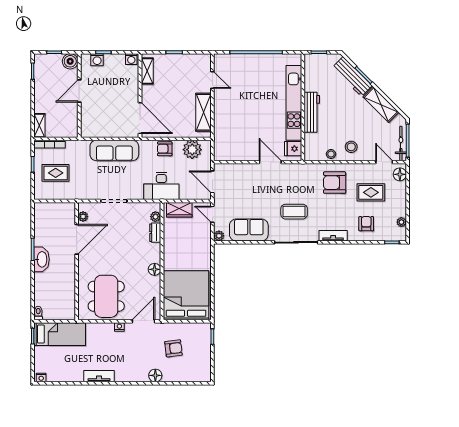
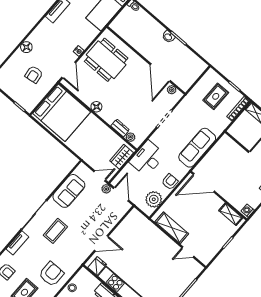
door: (212, 182) -> (121, 194), hinge flipped
plant: (219, 236) -> (106, 189), moved
washbasin: (42, 259) -> (168, 37), width x0.52, depth x0.69

